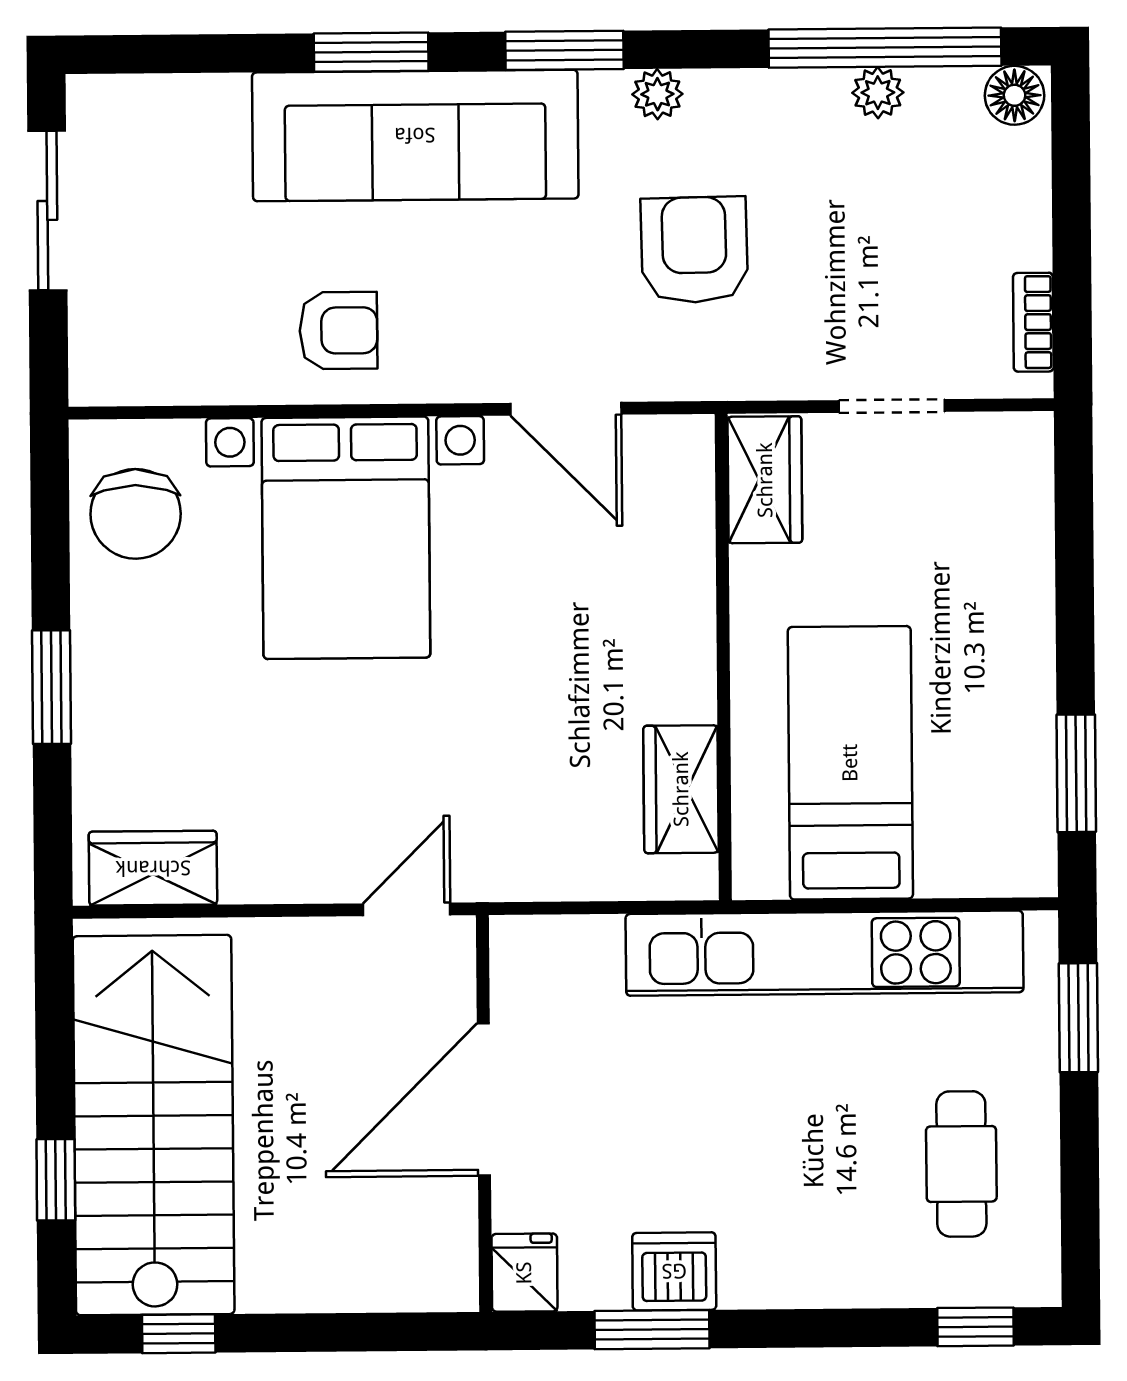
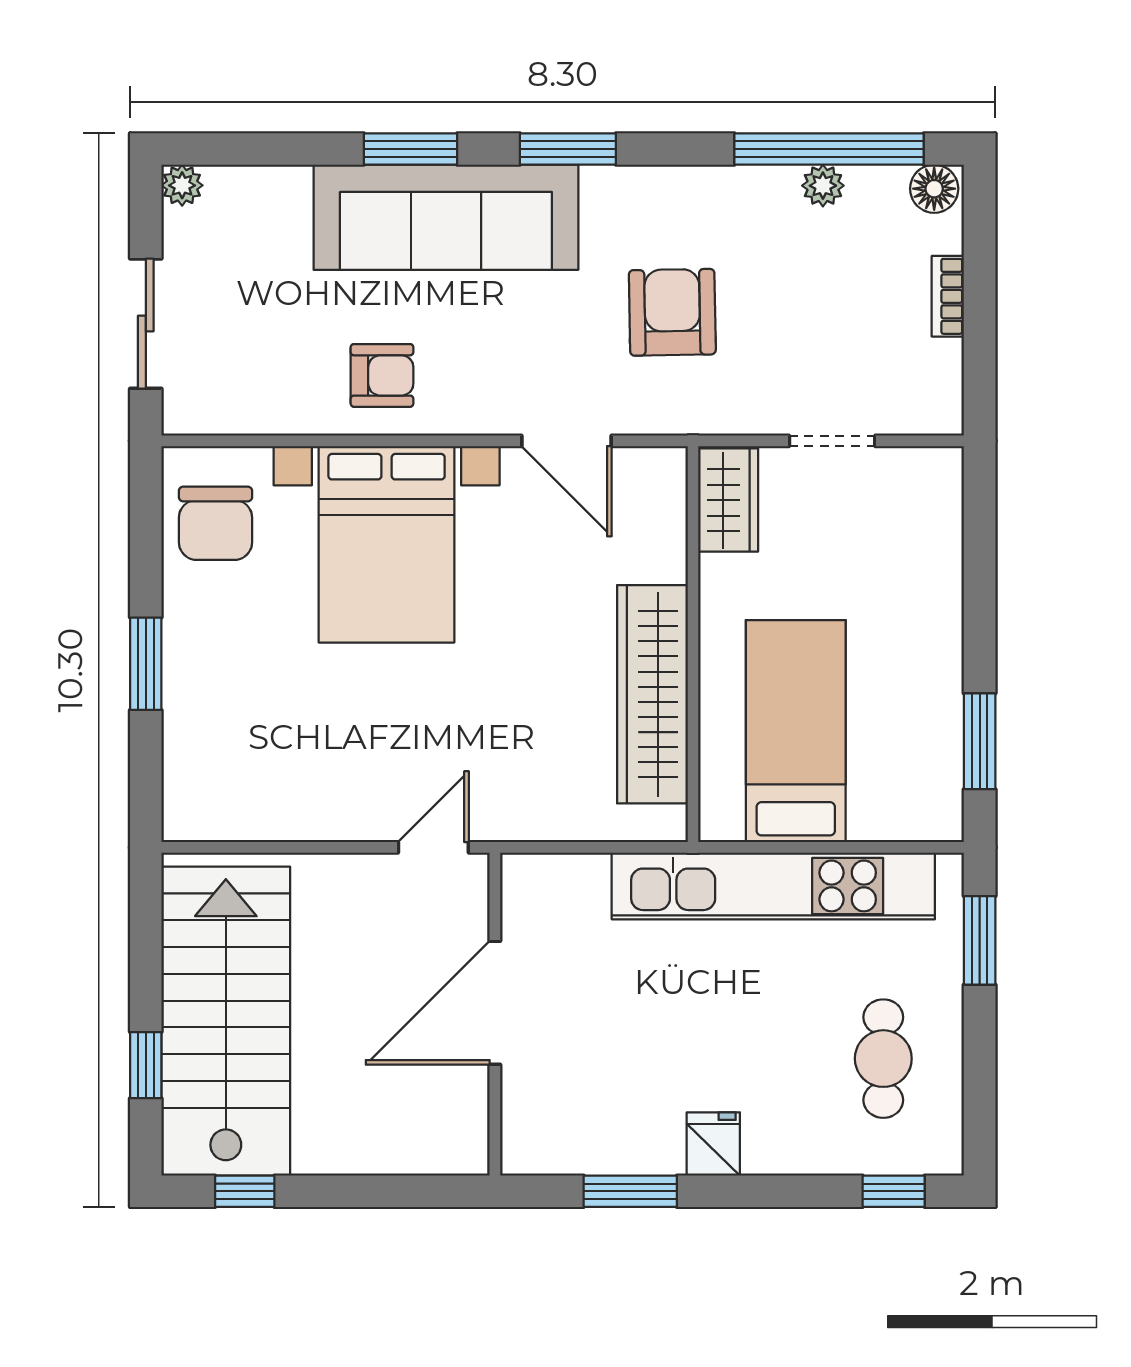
plant: (657, 94) -> (182, 185), moved
sliding door: (47, 210) -> (146, 324), moved
bookcase: (1033, 322) -> (948, 296), moved
wardrobe: (681, 789) -> (652, 694), width x2.10, depth x1.17
wardrobe: (153, 868) -> (227, 812), removed
dishwasher: (674, 1271) -> (649, 1144), removed
fridge: (524, 1273) -> (713, 1144), moved

